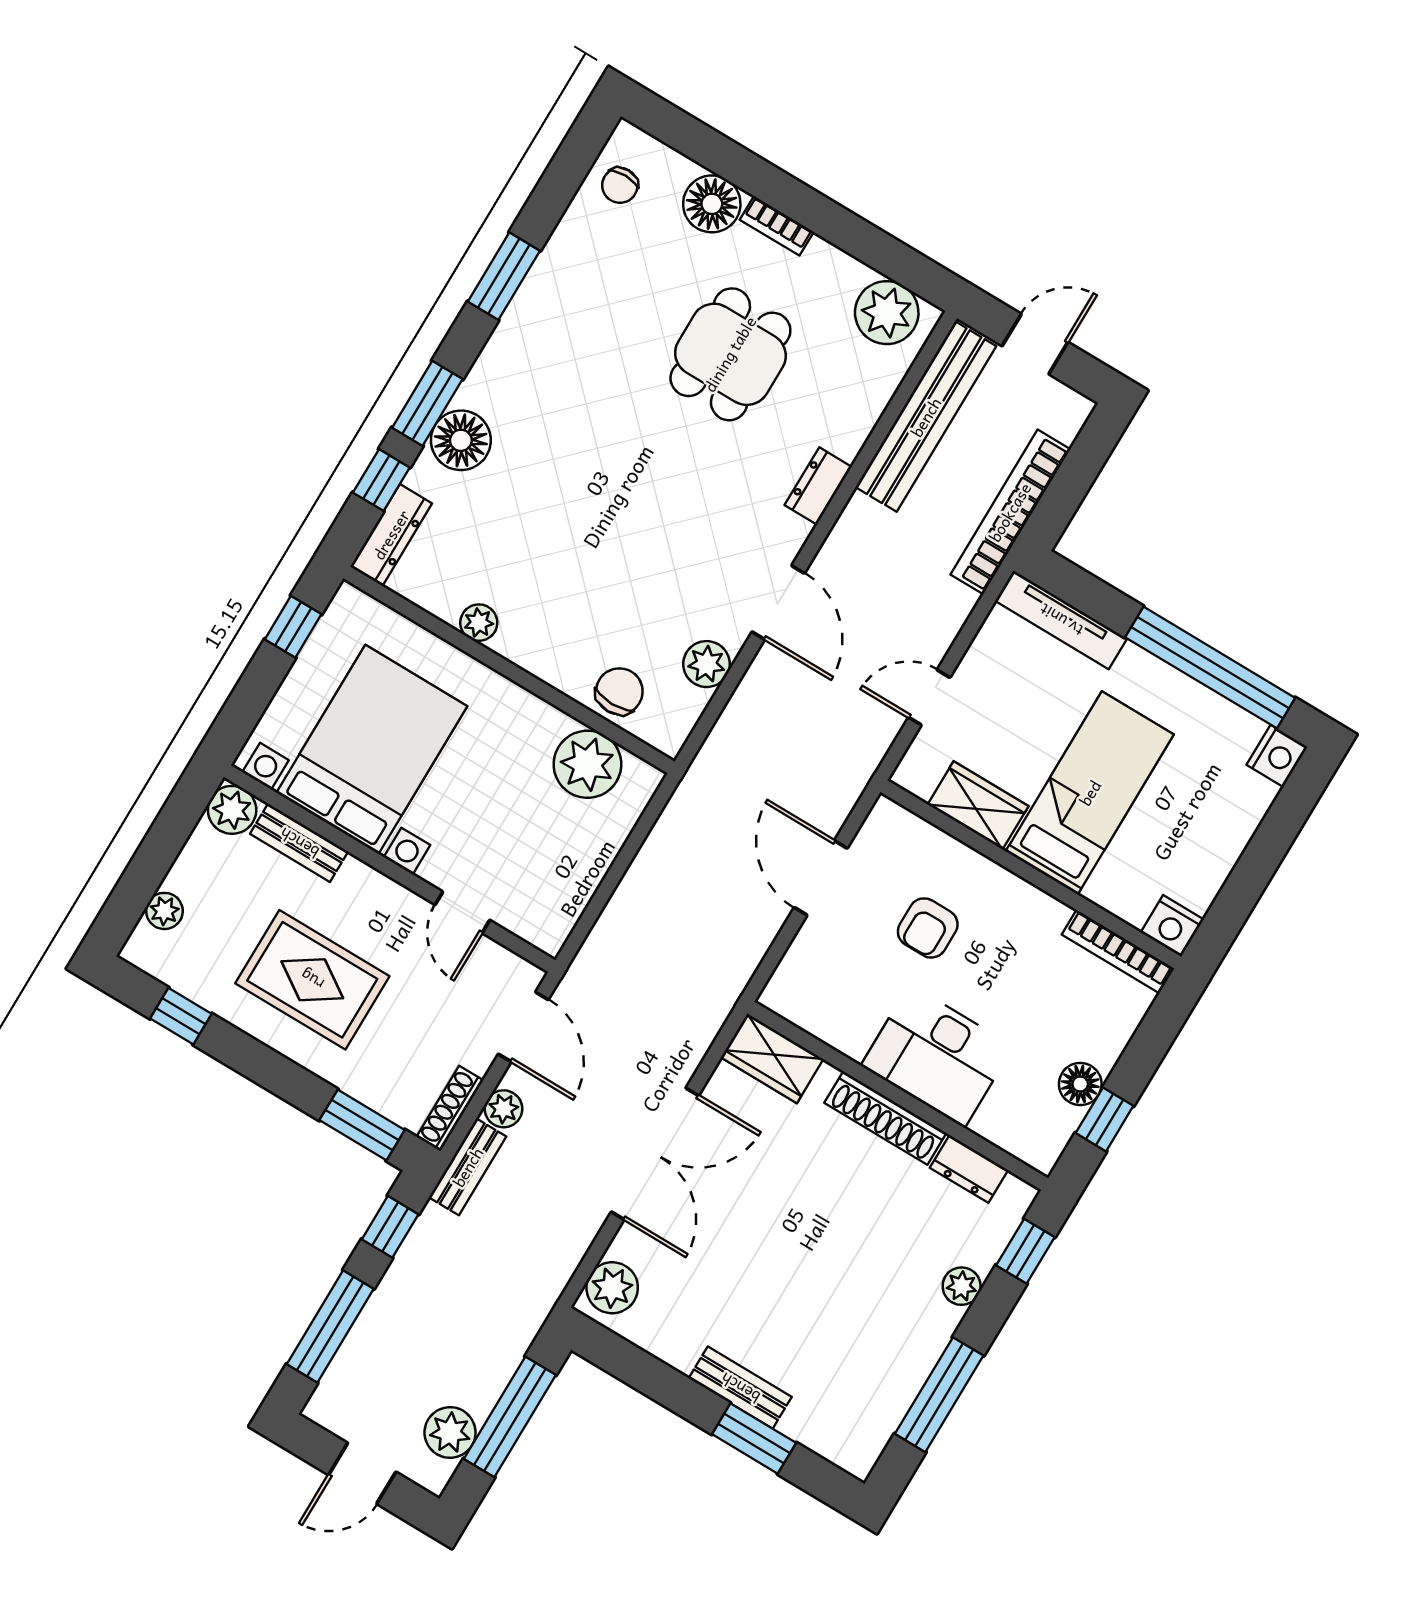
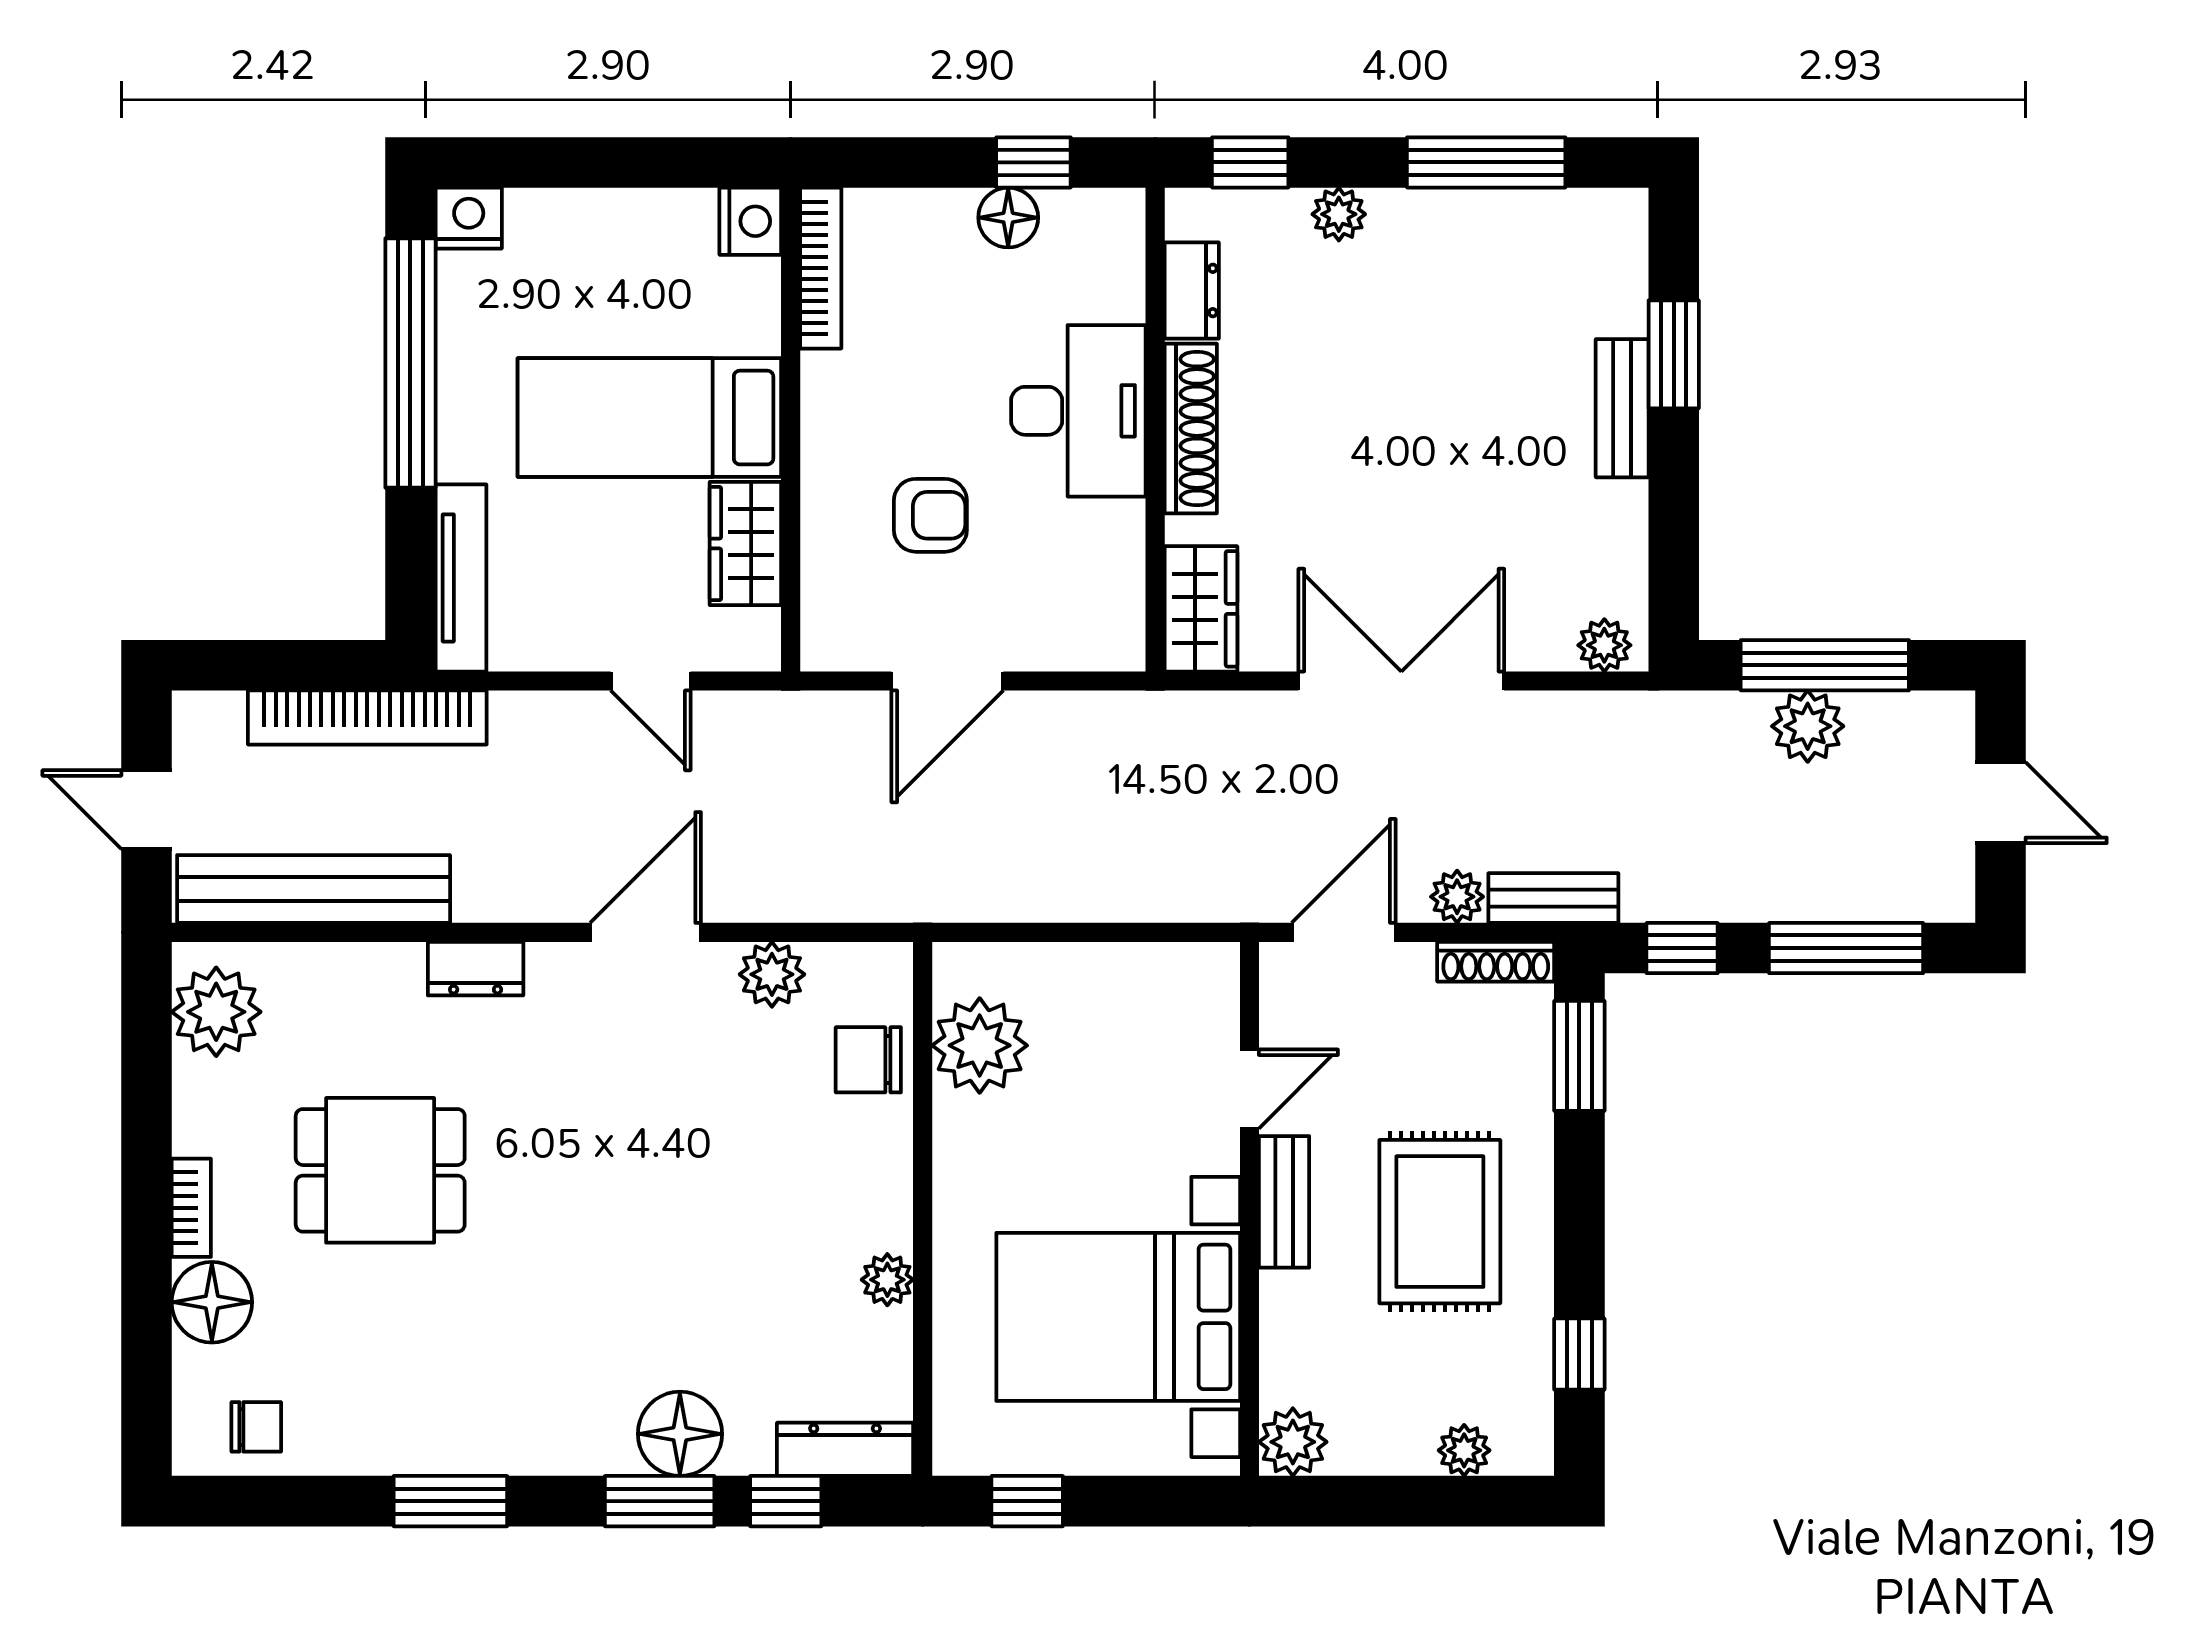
bench: (299, 843) -> (1284, 1202), moved
plant: (612, 1288) -> (1604, 645), width x0.73, depth x0.73
plant: (450, 1432) -> (1808, 726), moved

